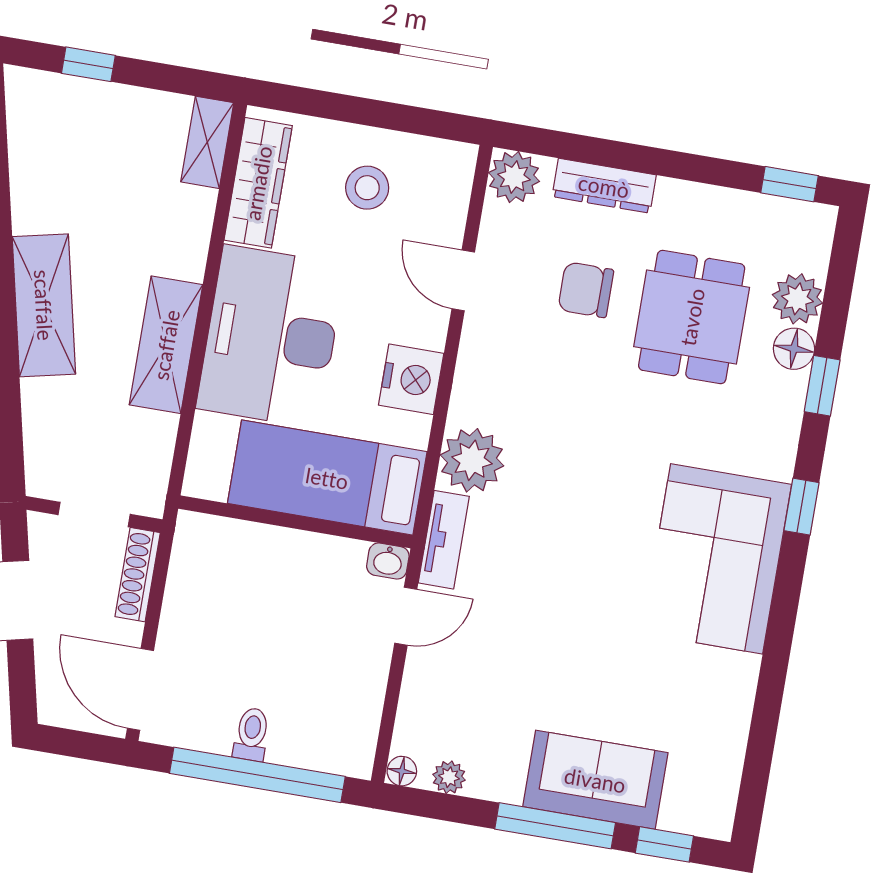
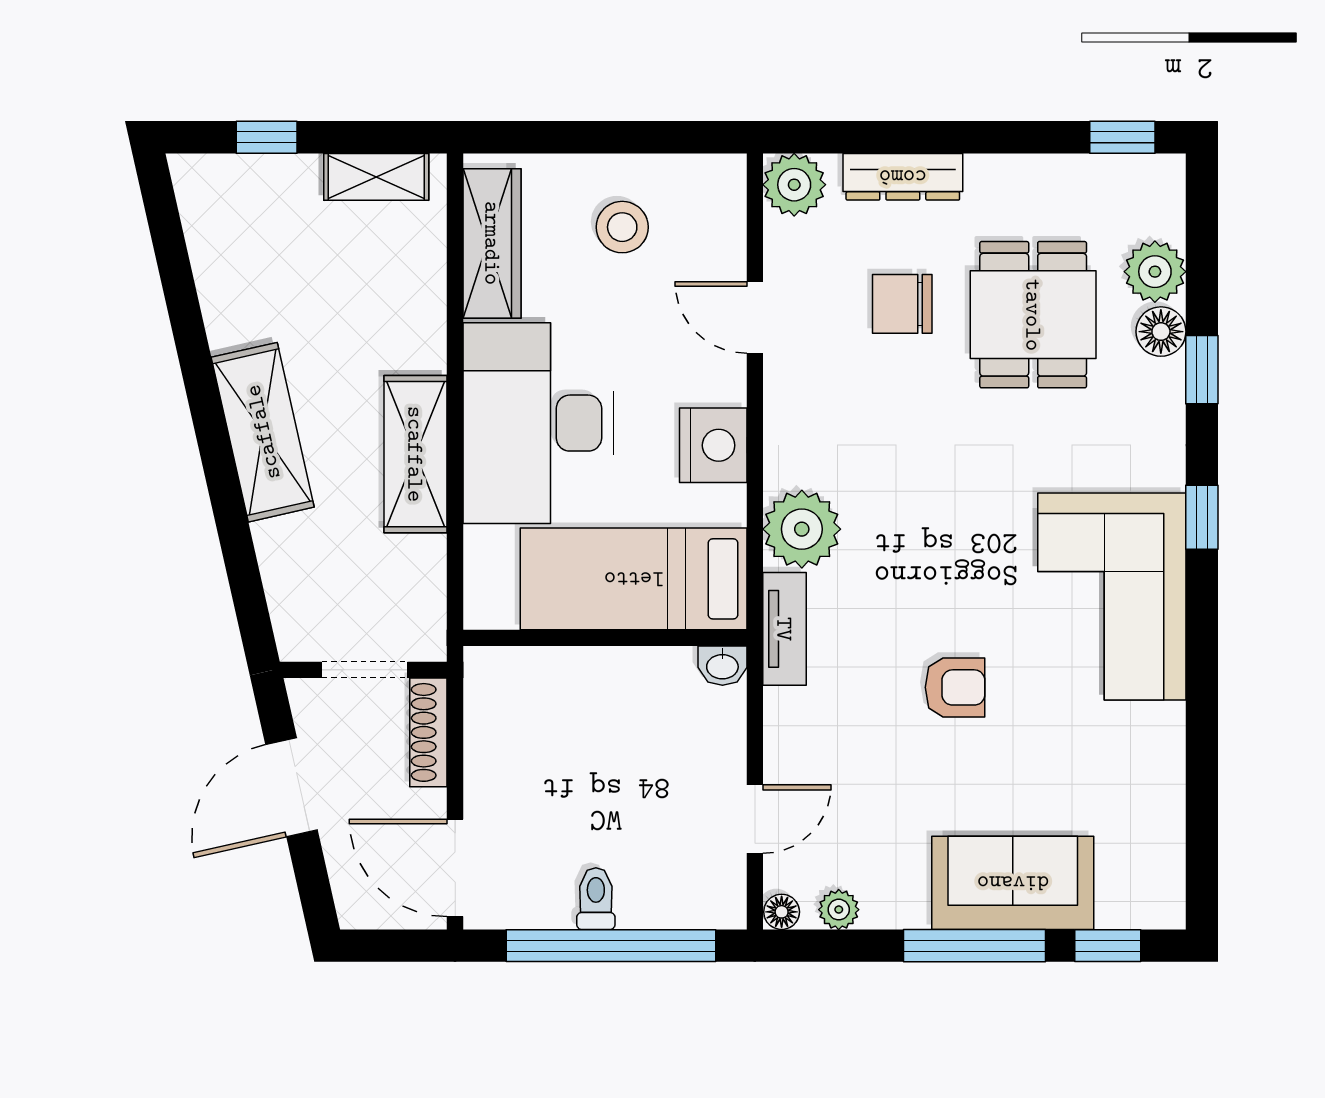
shelving: (207, 142) -> (376, 177), moved, turned 90
armchair: (575, 612) -> (955, 687), added
door: (406, 616) -> (755, 819), moved

